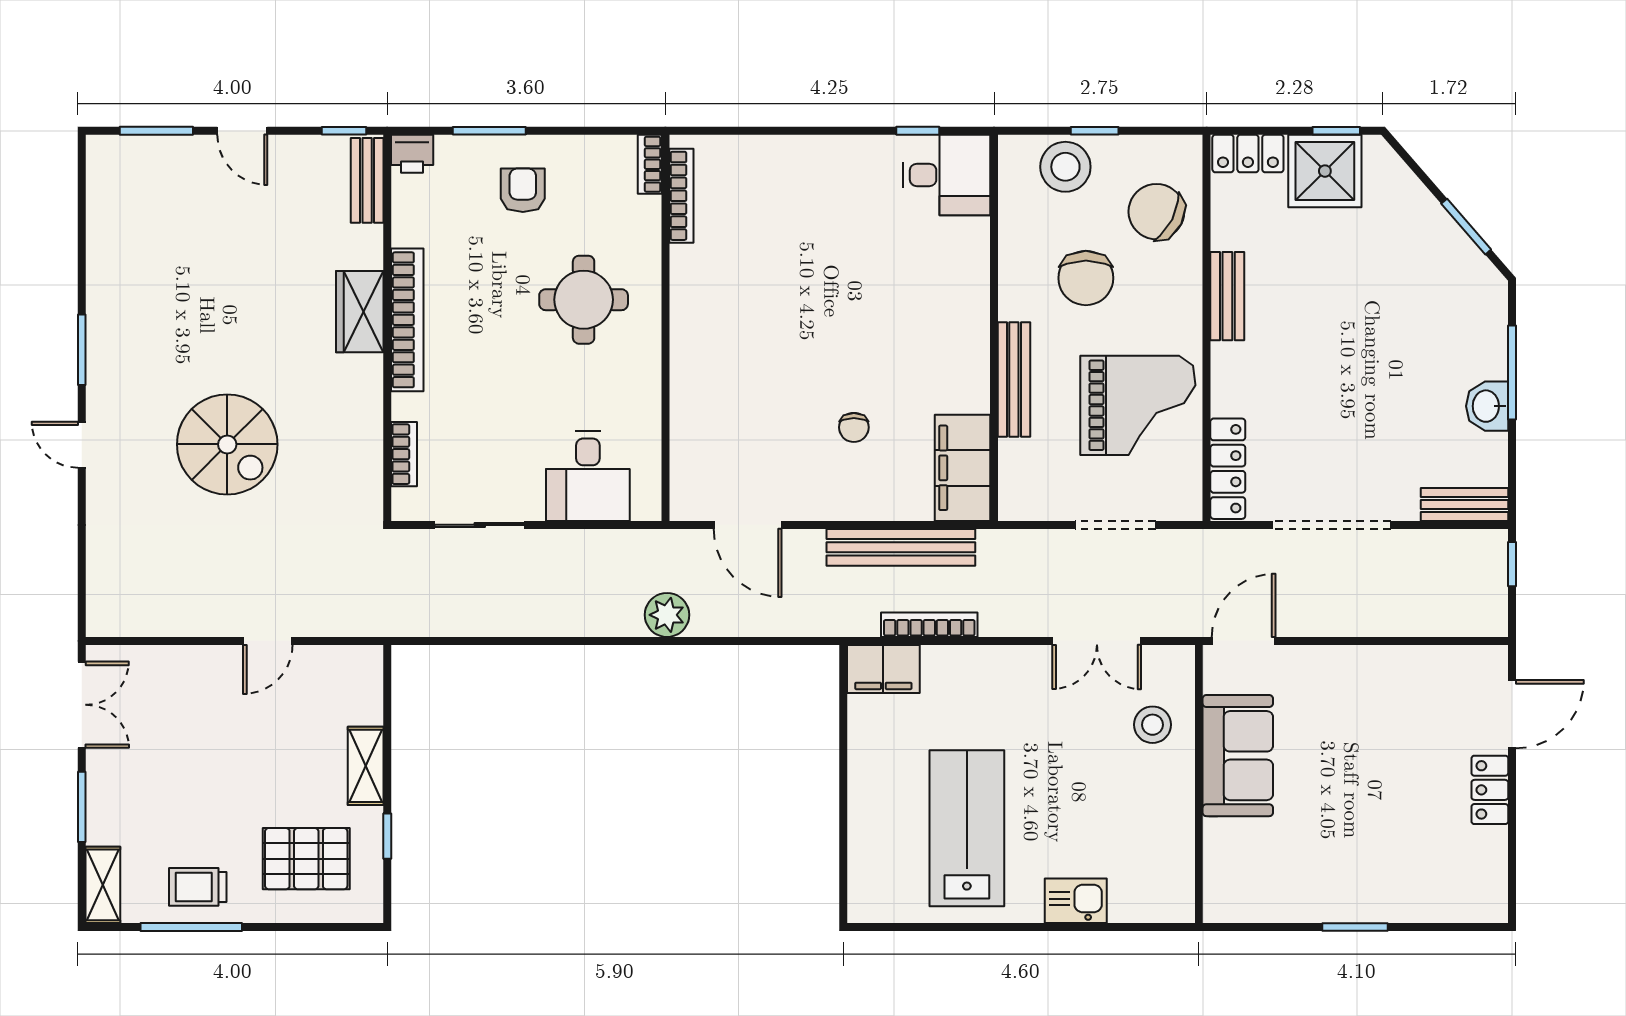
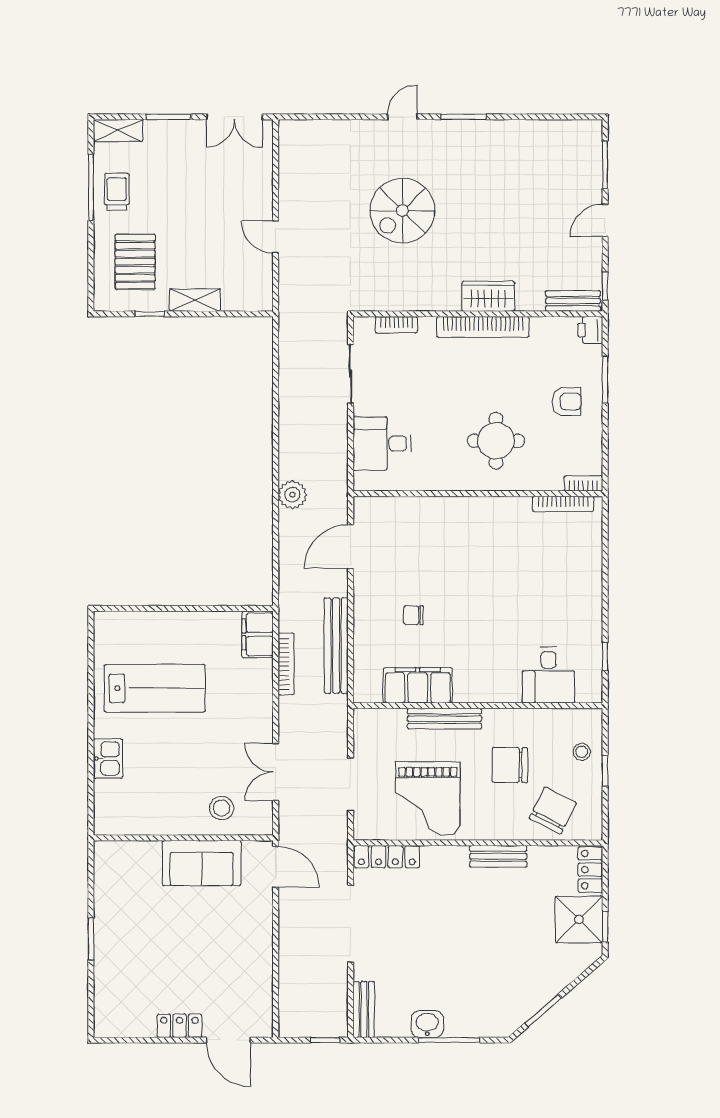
stool: (1065, 167) -> (582, 752), width x0.53, depth x0.53
desk: (947, 175) -> (548, 675), moved
filing cabinet: (963, 468) -> (418, 685), moved

